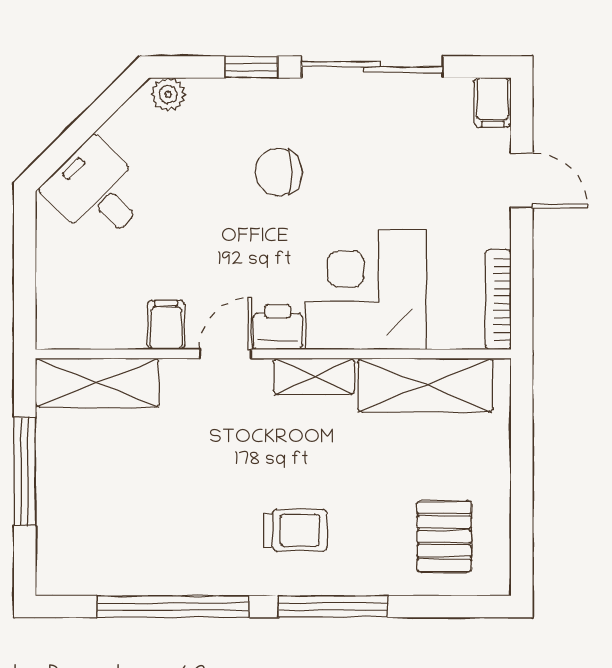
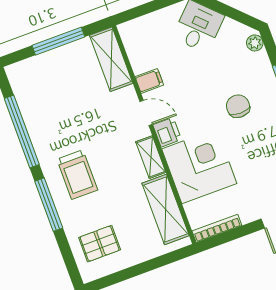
trolley: (295, 530) -> (77, 175), width x1.36, depth x1.39

